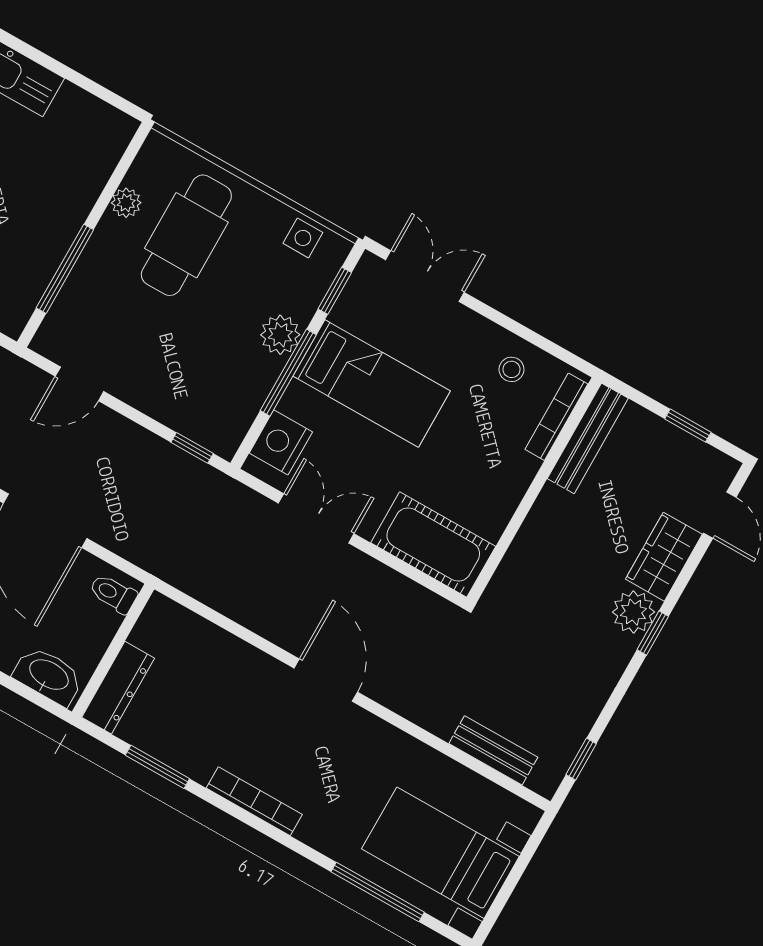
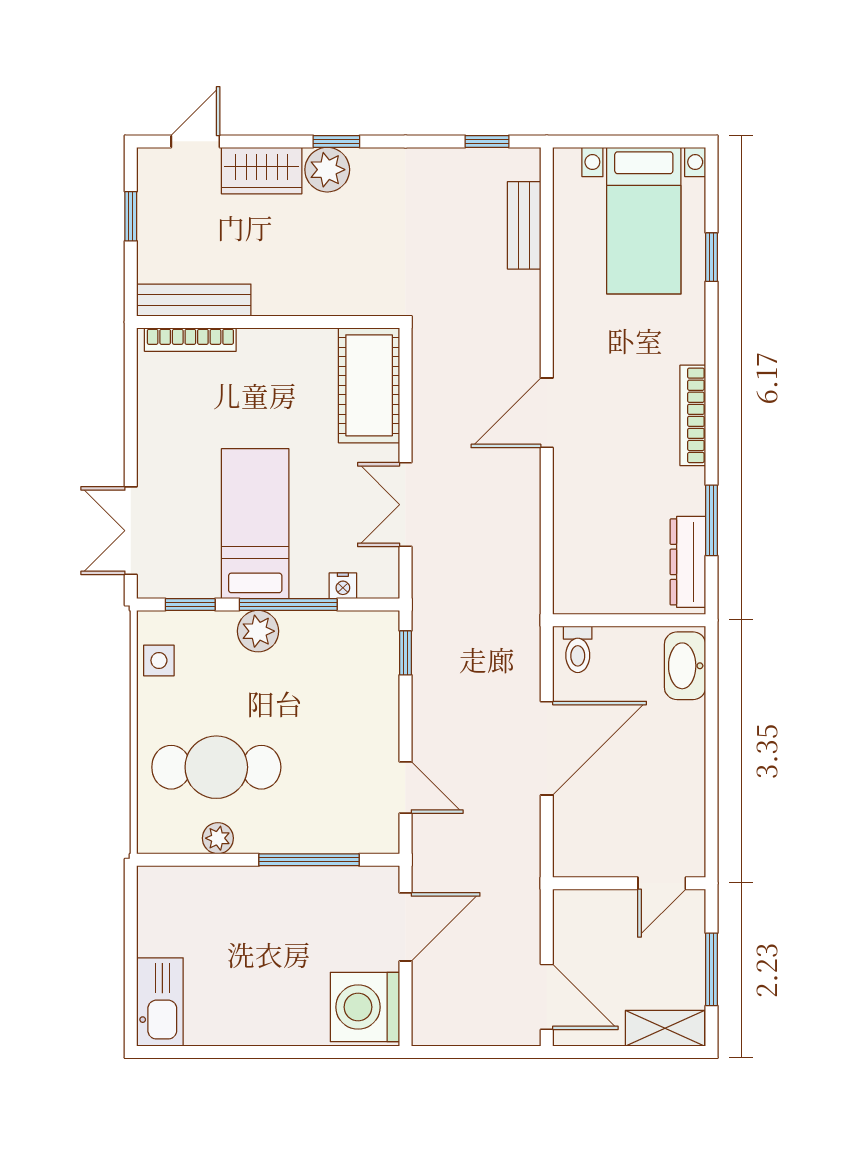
stool: (511, 369) -> (171, 404), removed
nightstand: (281, 442) -> (343, 586), width x0.53, depth x0.56
dresser: (118, 688) -> (688, 562), moved, turned -90
window: (378, 892) -> (712, 257), width x0.46

